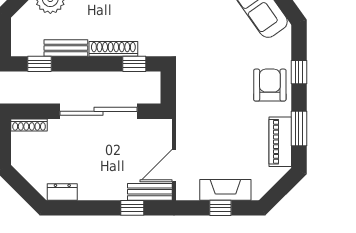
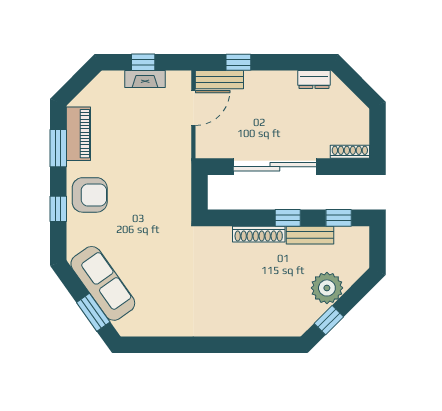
window: (134, 64) -> (288, 218), moved
armchair: (270, 85) -> (90, 195), turned -90
fireplace: (225, 190) -> (145, 79), width x0.73, depth x0.76

